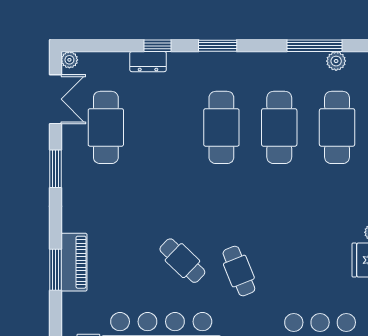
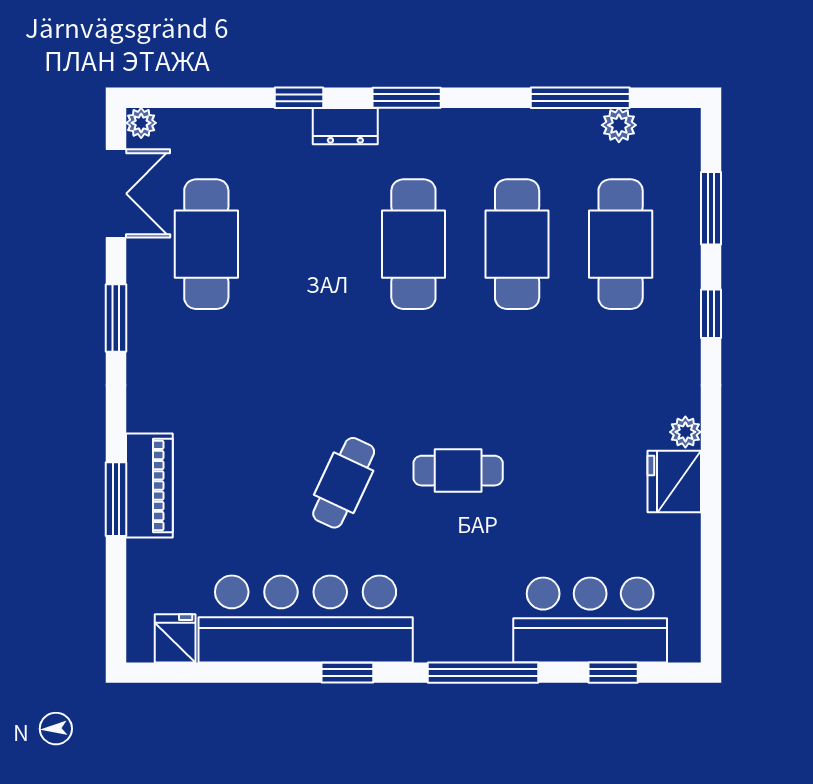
dresser: (148, 62) -> (345, 126), moved
cafe table: (182, 261) -> (344, 483), turned 71
cafe table: (239, 271) -> (458, 471), moved, turned -68

